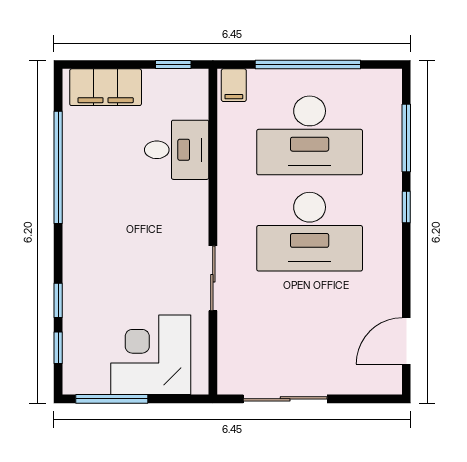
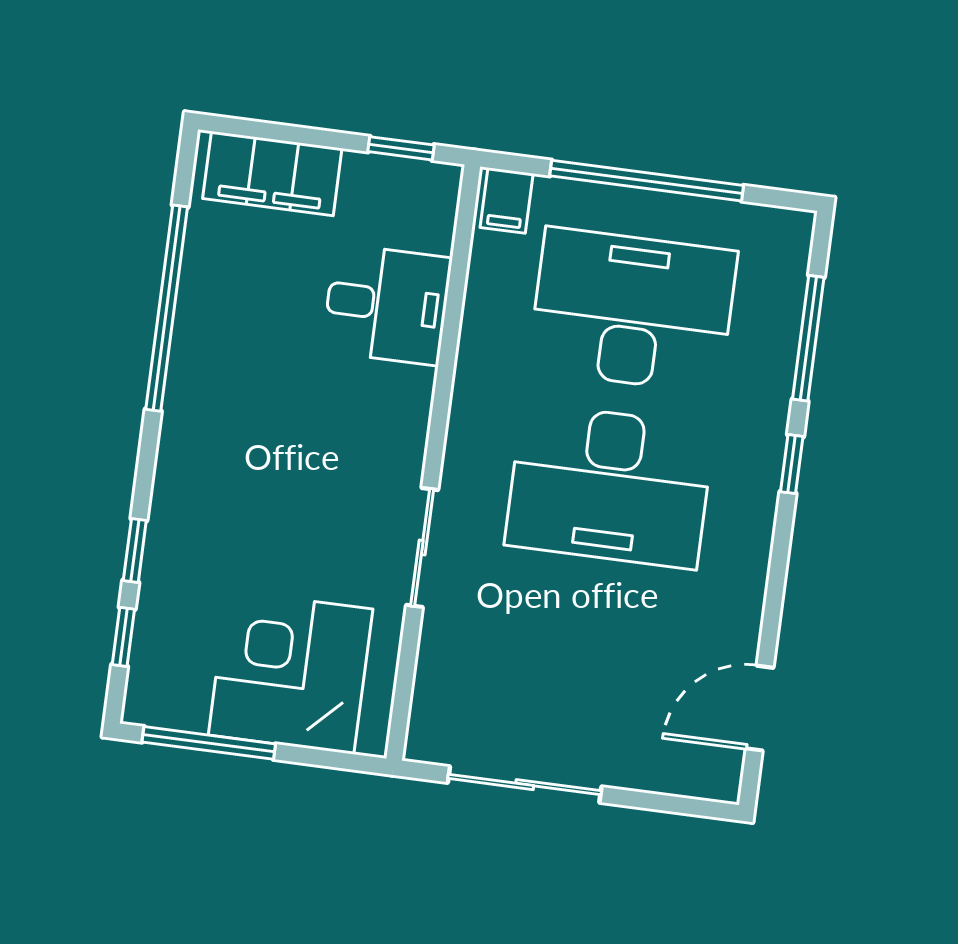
desk: (310, 135) -> (633, 310), turned 180

